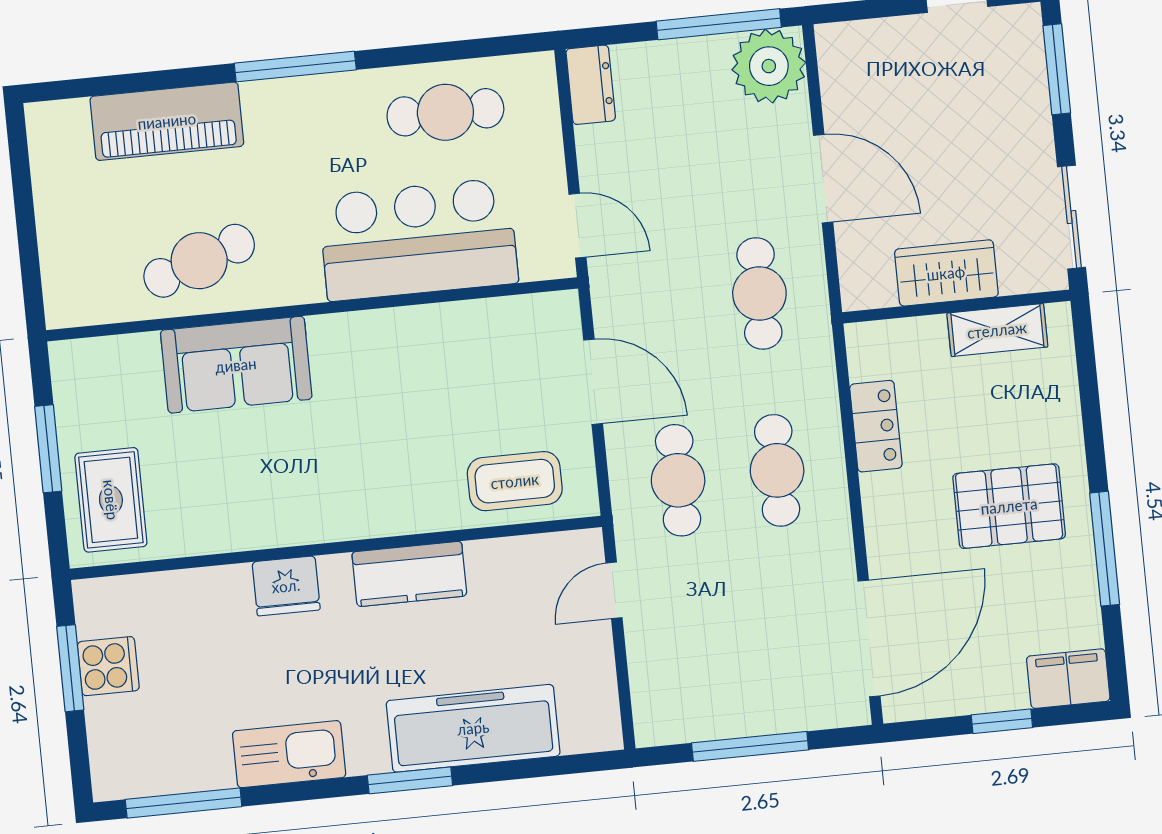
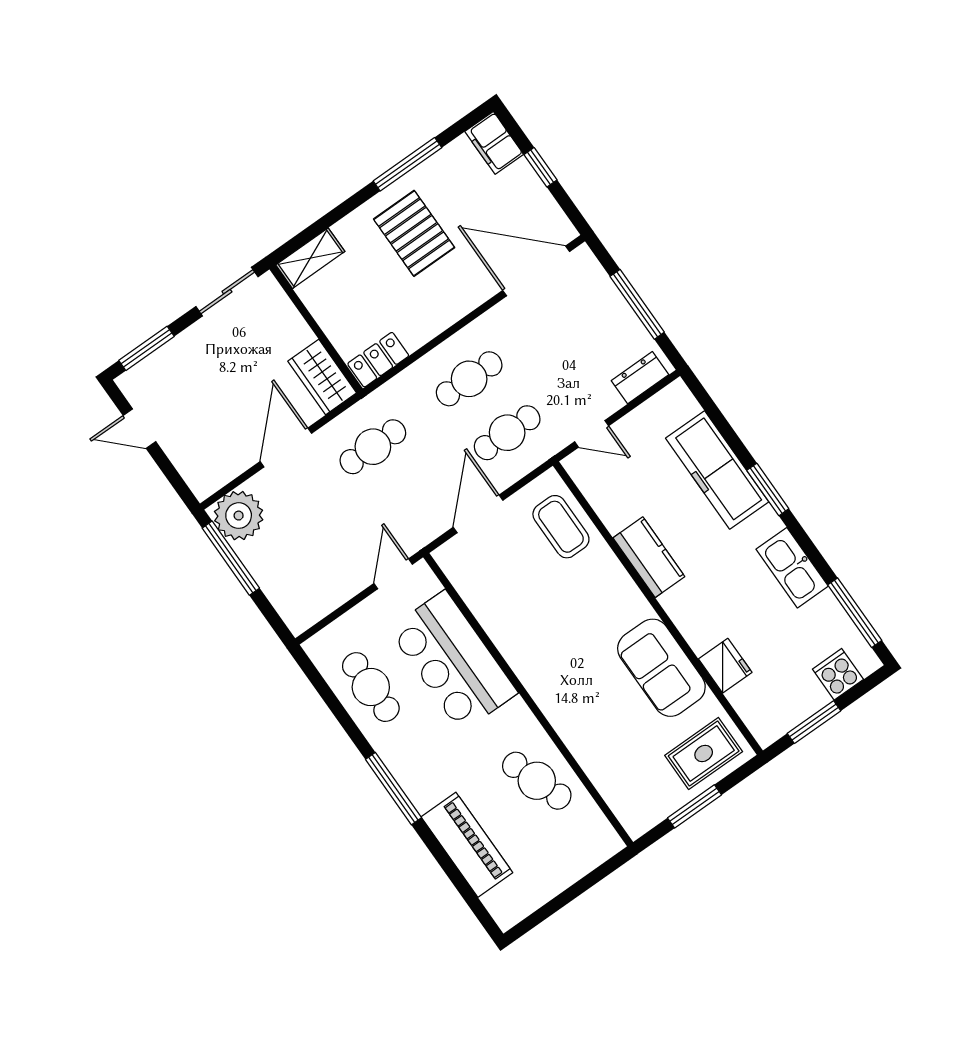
dresser: (591, 85) -> (640, 378), moved
wardrobe: (946, 273) -> (322, 377), moved
shelving: (997, 330) -> (310, 258), moved, turned 90
sofa: (236, 365) -> (661, 668), moved, turned 180
locker: (876, 426) -> (378, 360), moved
fridge: (286, 586) -> (725, 666), moved
cooker: (108, 666) -> (838, 674), moved

